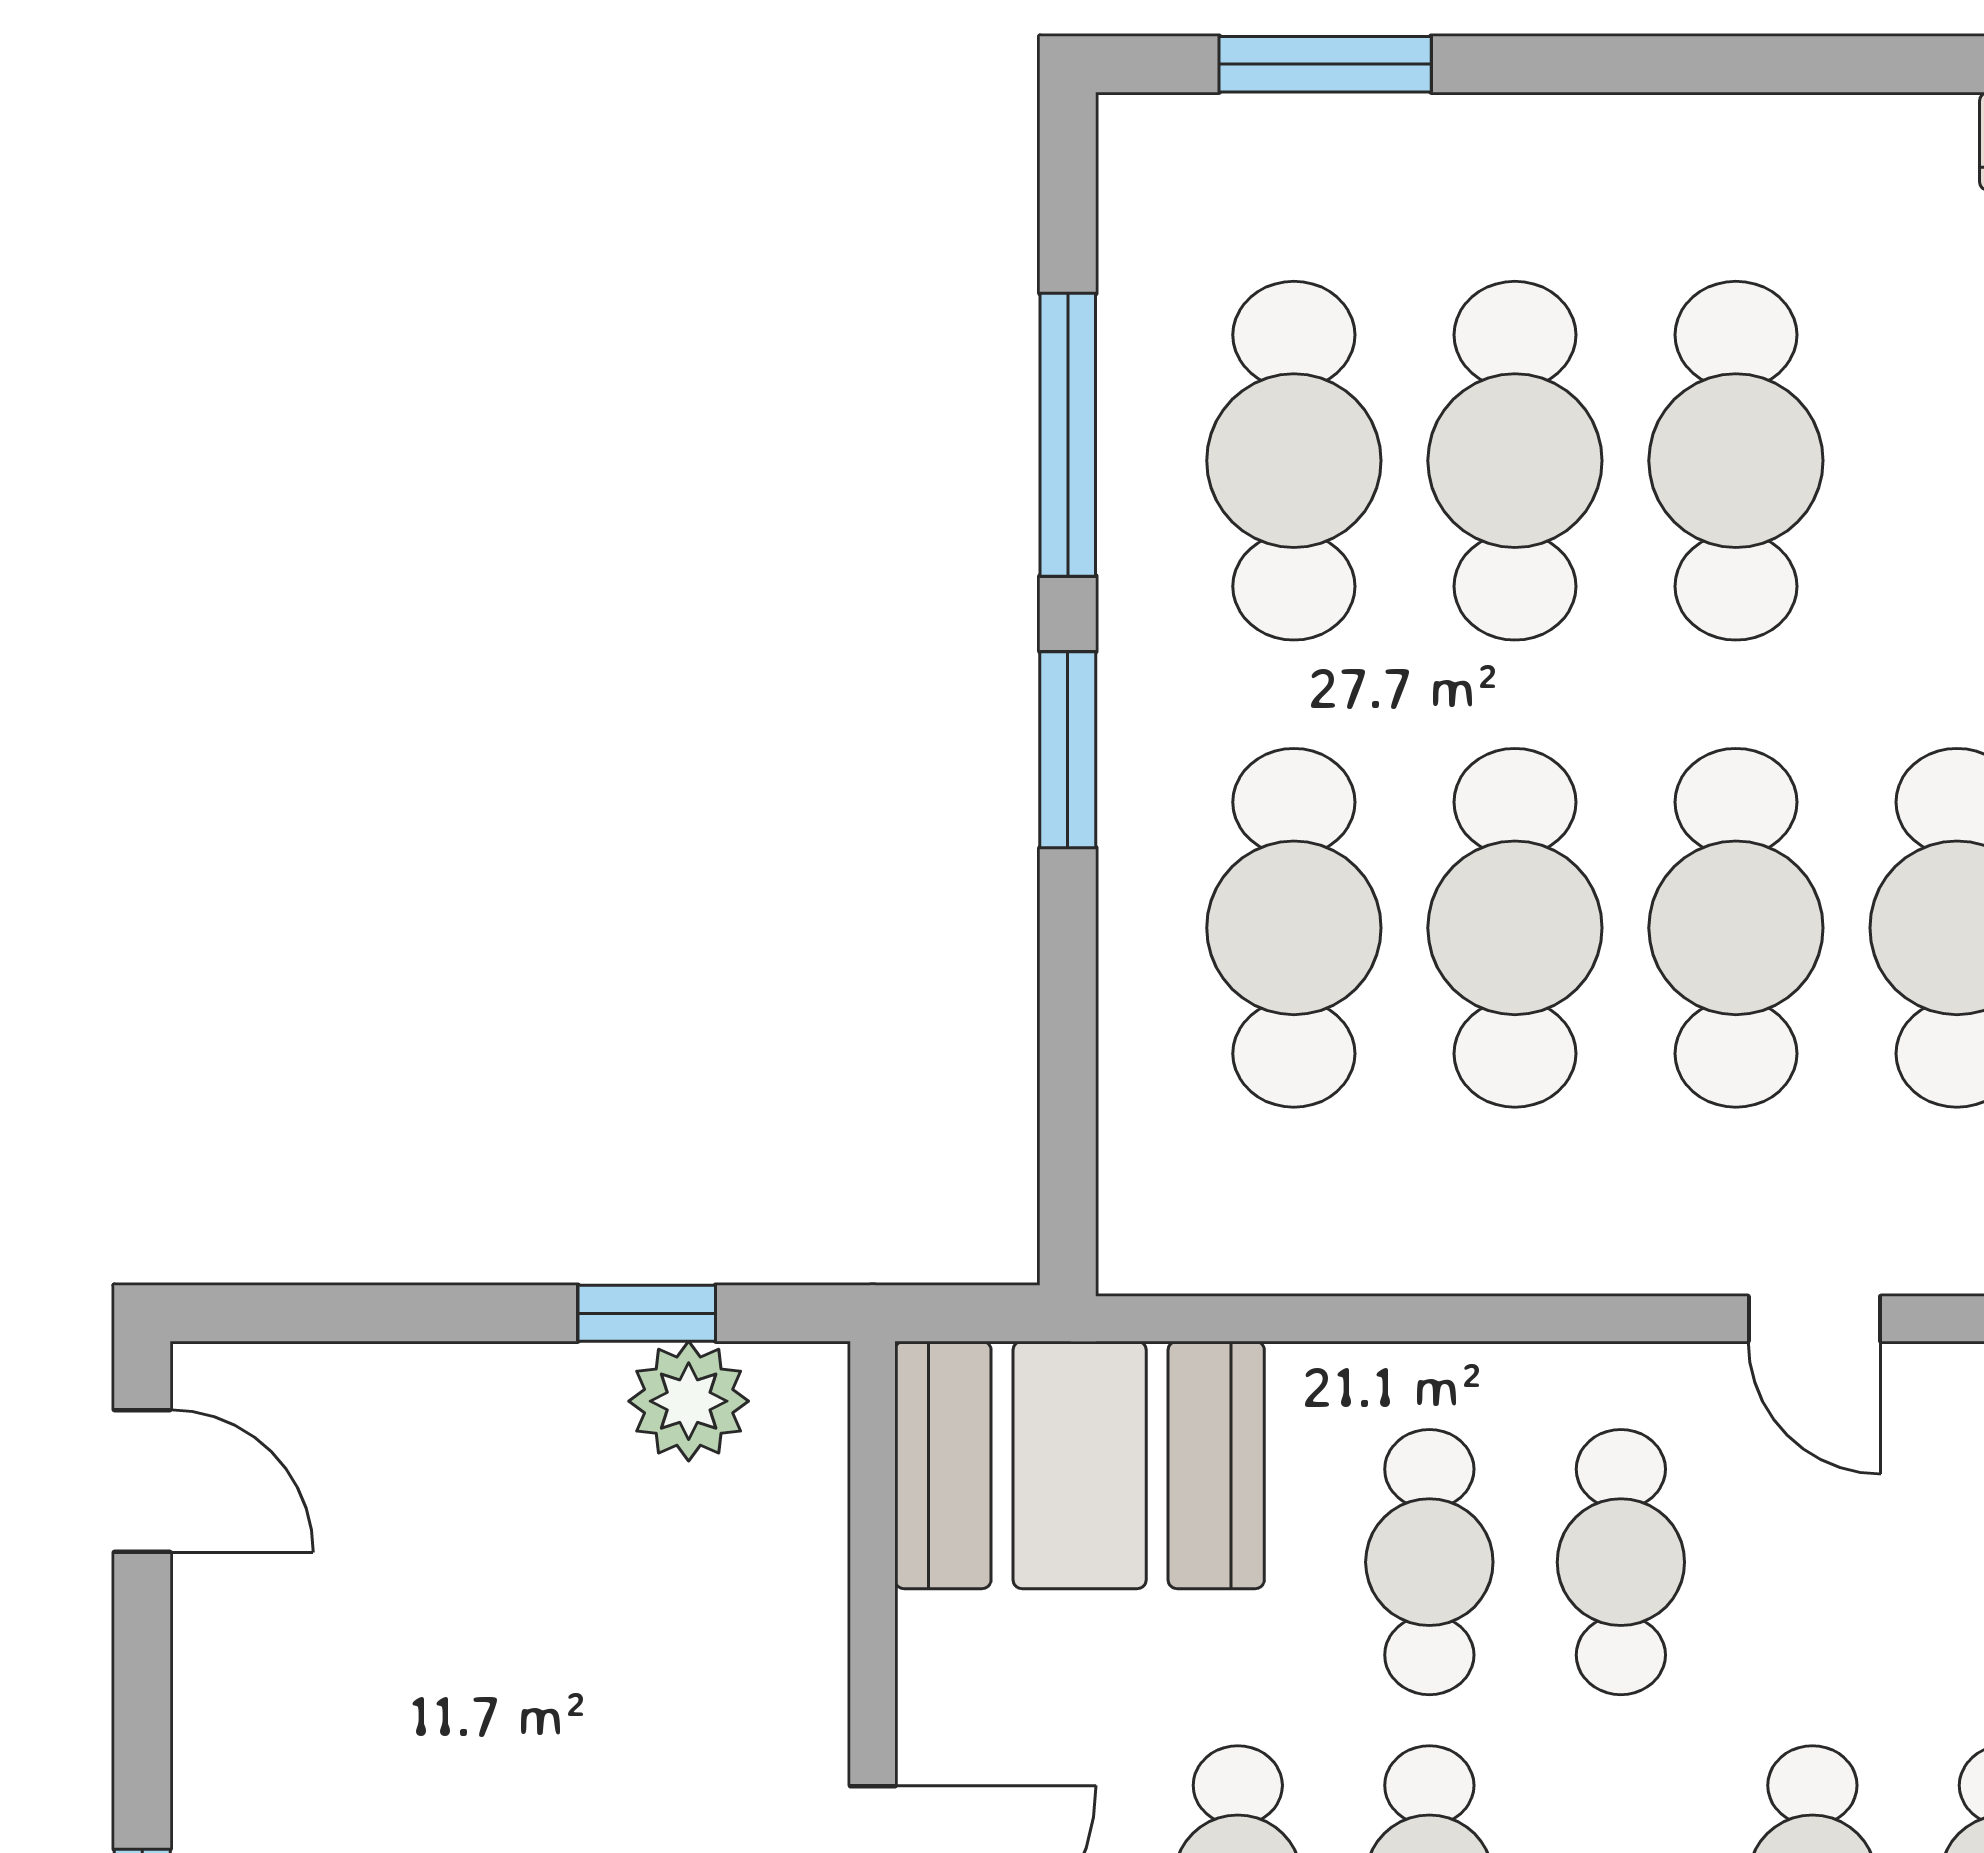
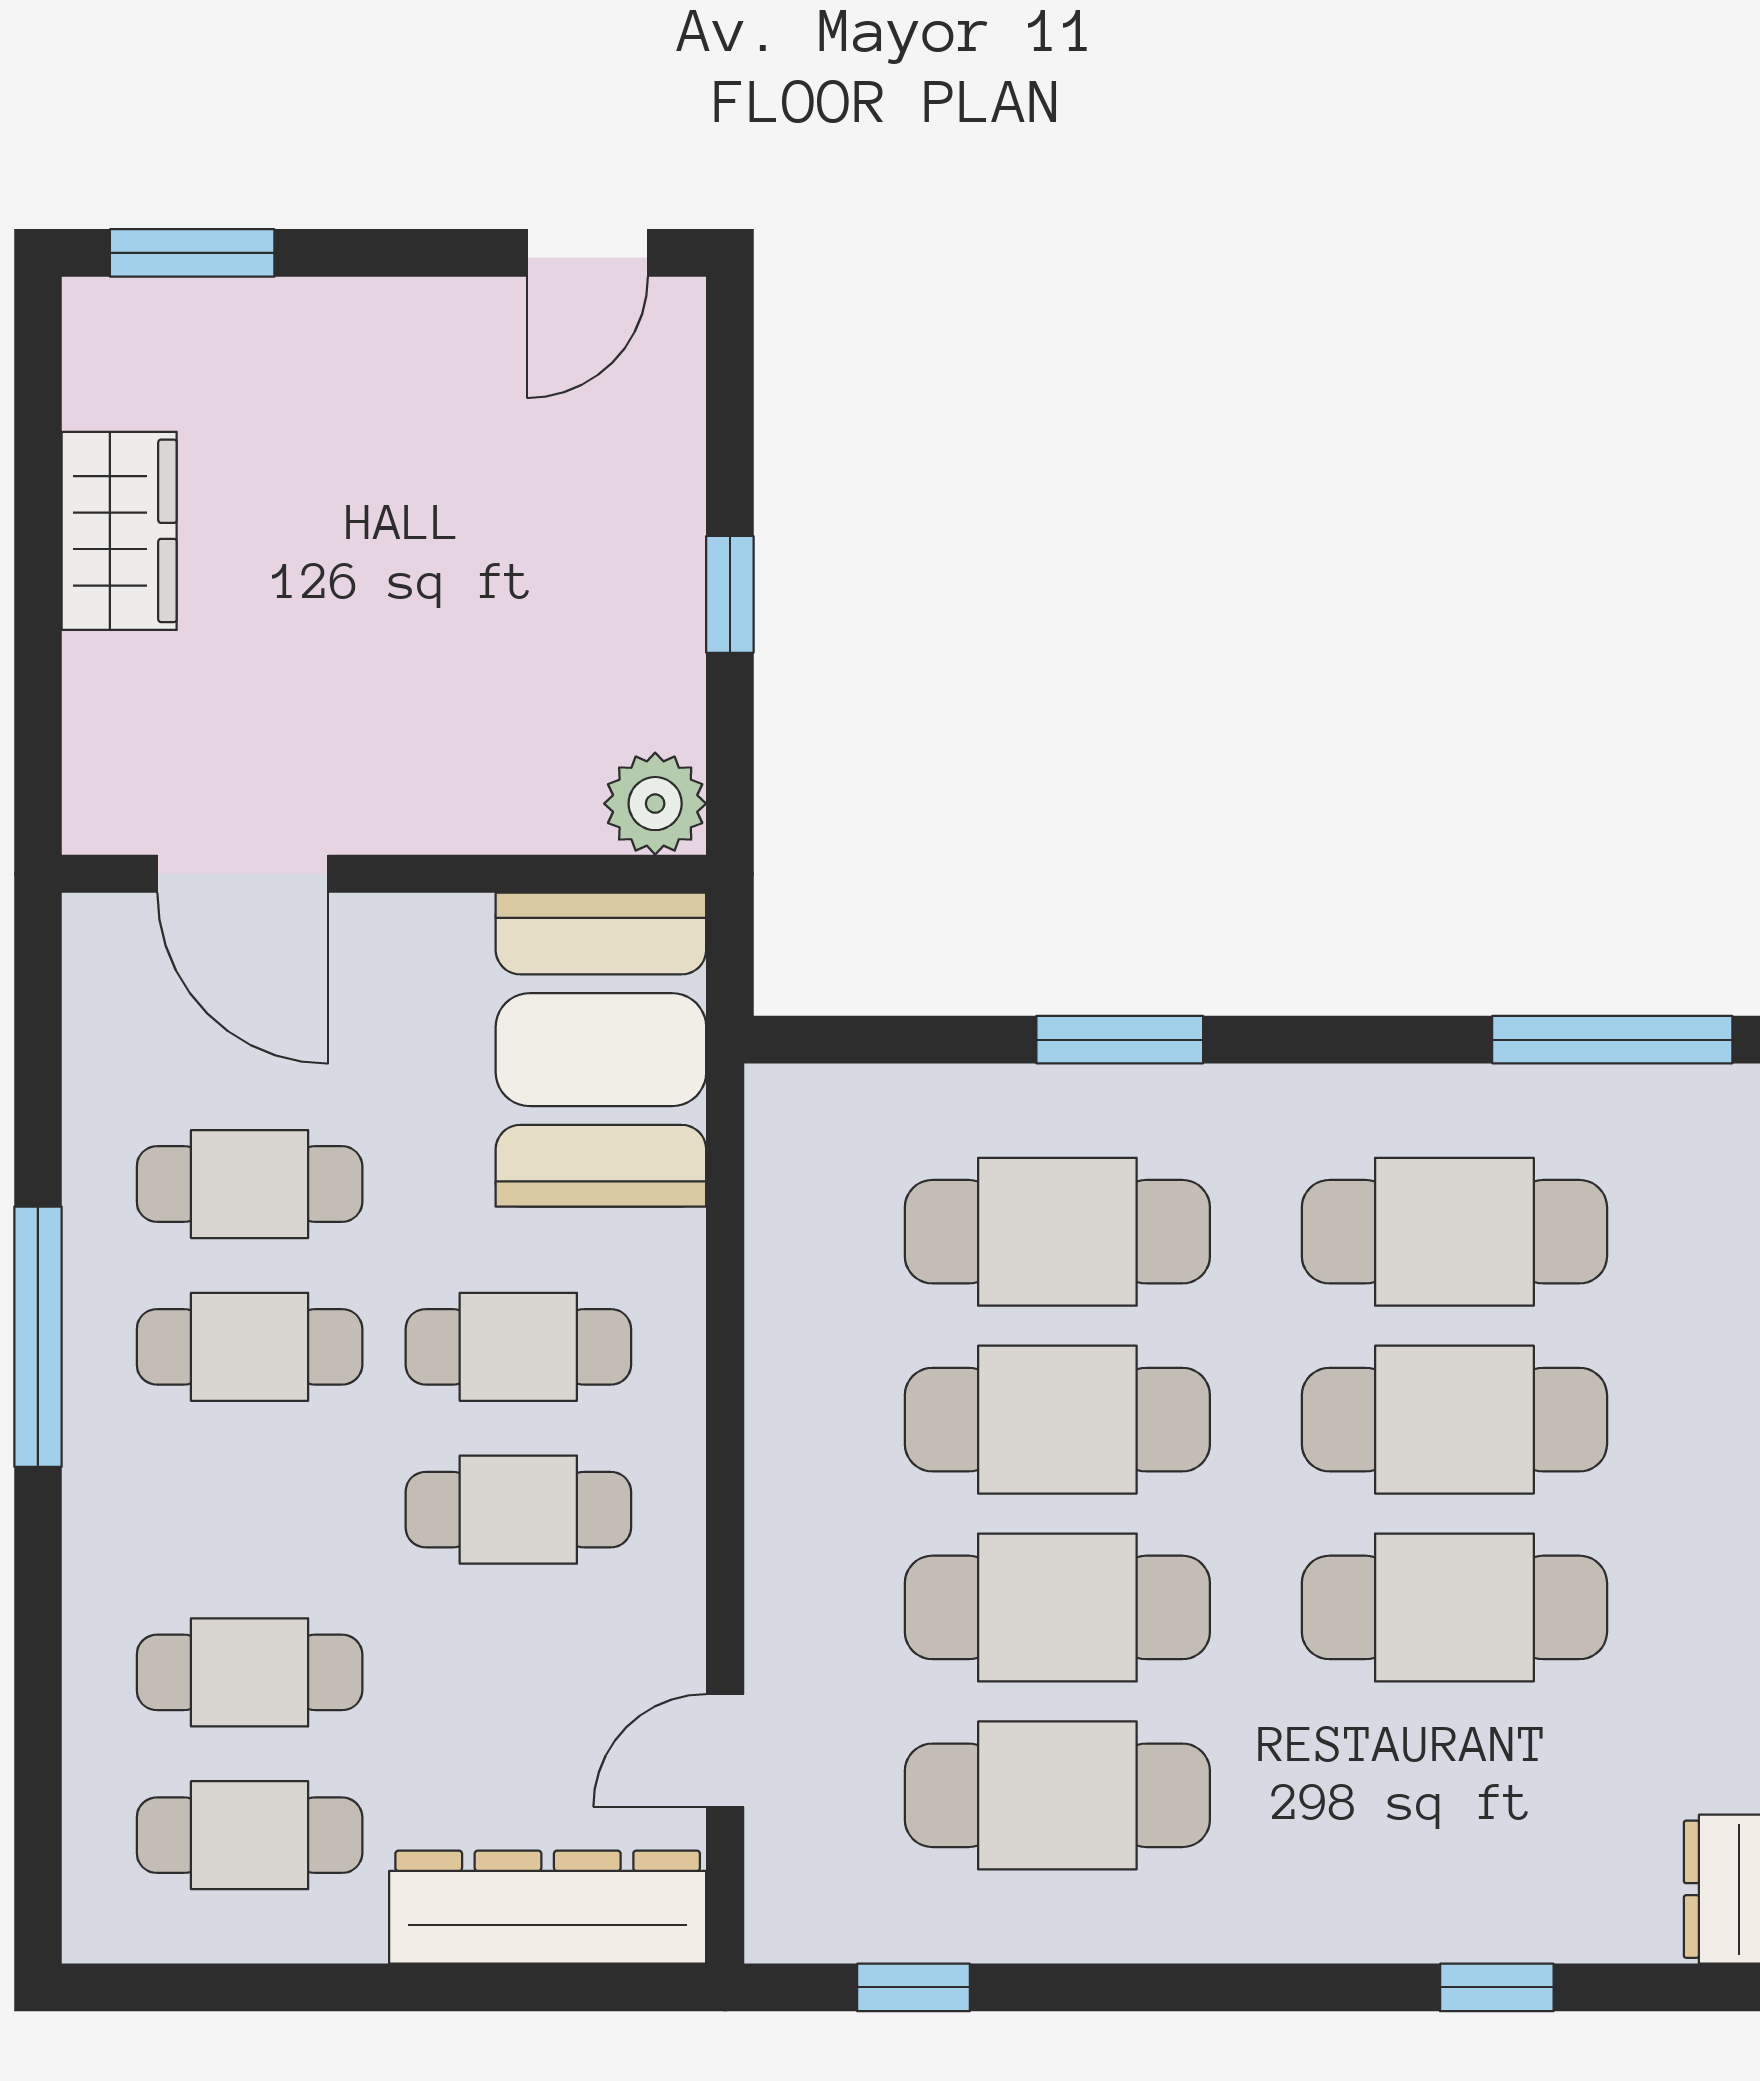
window: (1068, 435) -> (1612, 1040), moved
window: (1068, 750) -> (1120, 1040), moved
window: (647, 1313) -> (730, 594), moved
door: (1814, 1319) -> (725, 1750), moved
plant: (689, 1401) -> (655, 804), moved

